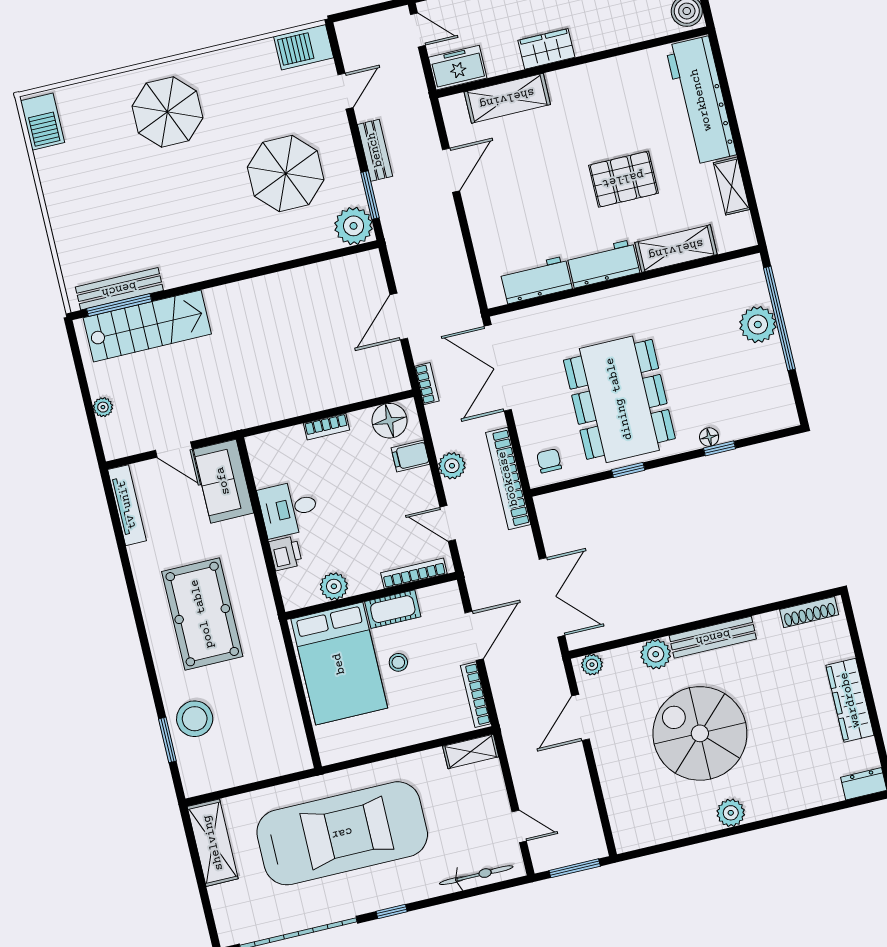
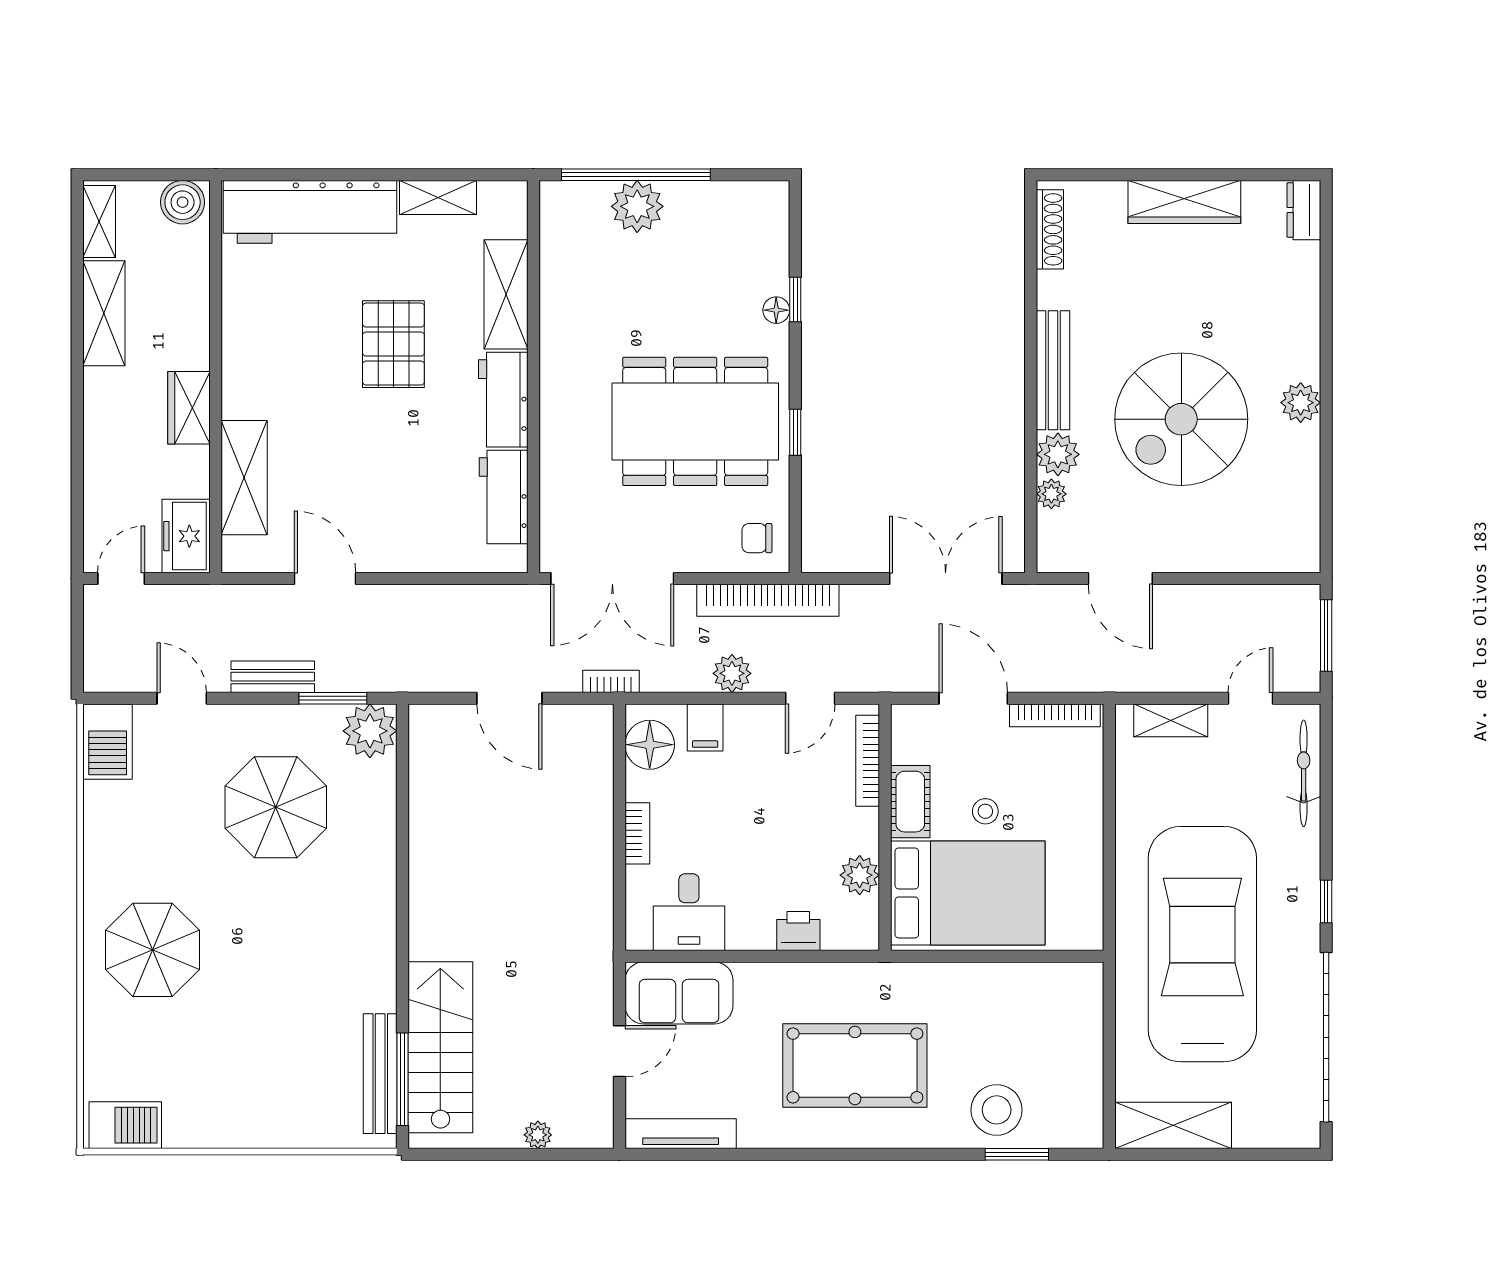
desk: (289, 509) -> (689, 912), moved
plant: (592, 665) -> (1051, 494), moved
shelving: (471, 751) -> (1171, 720), moved, turned 90

